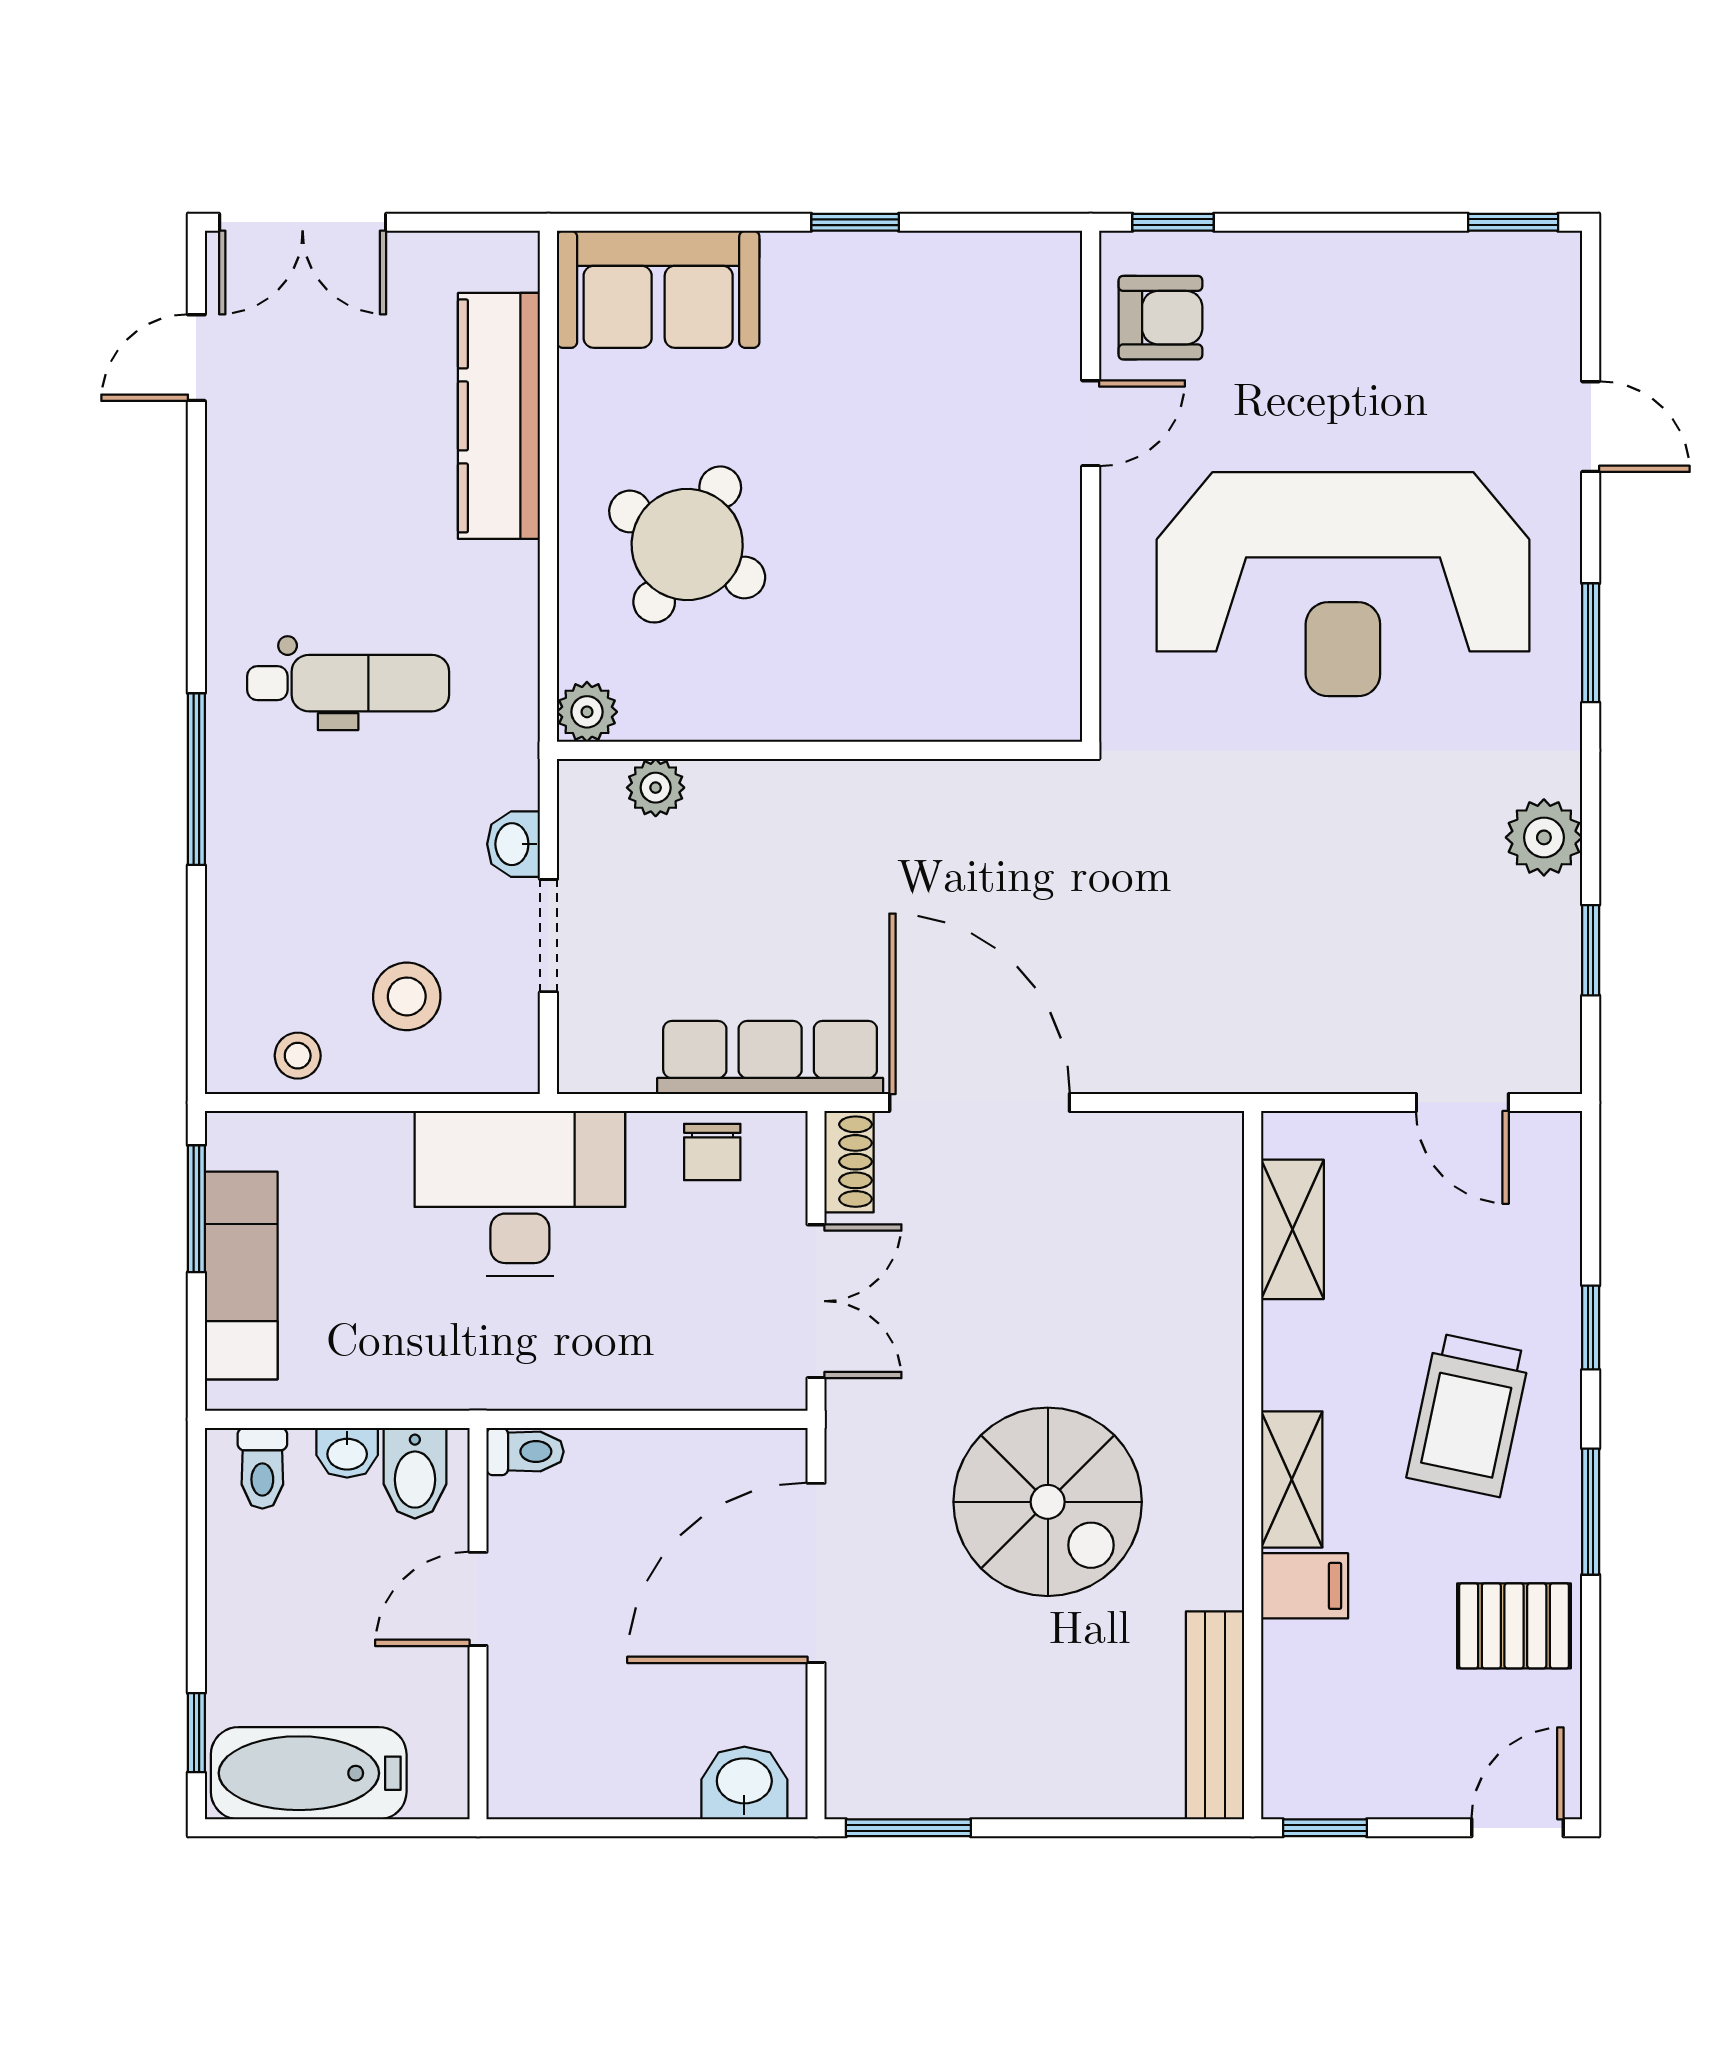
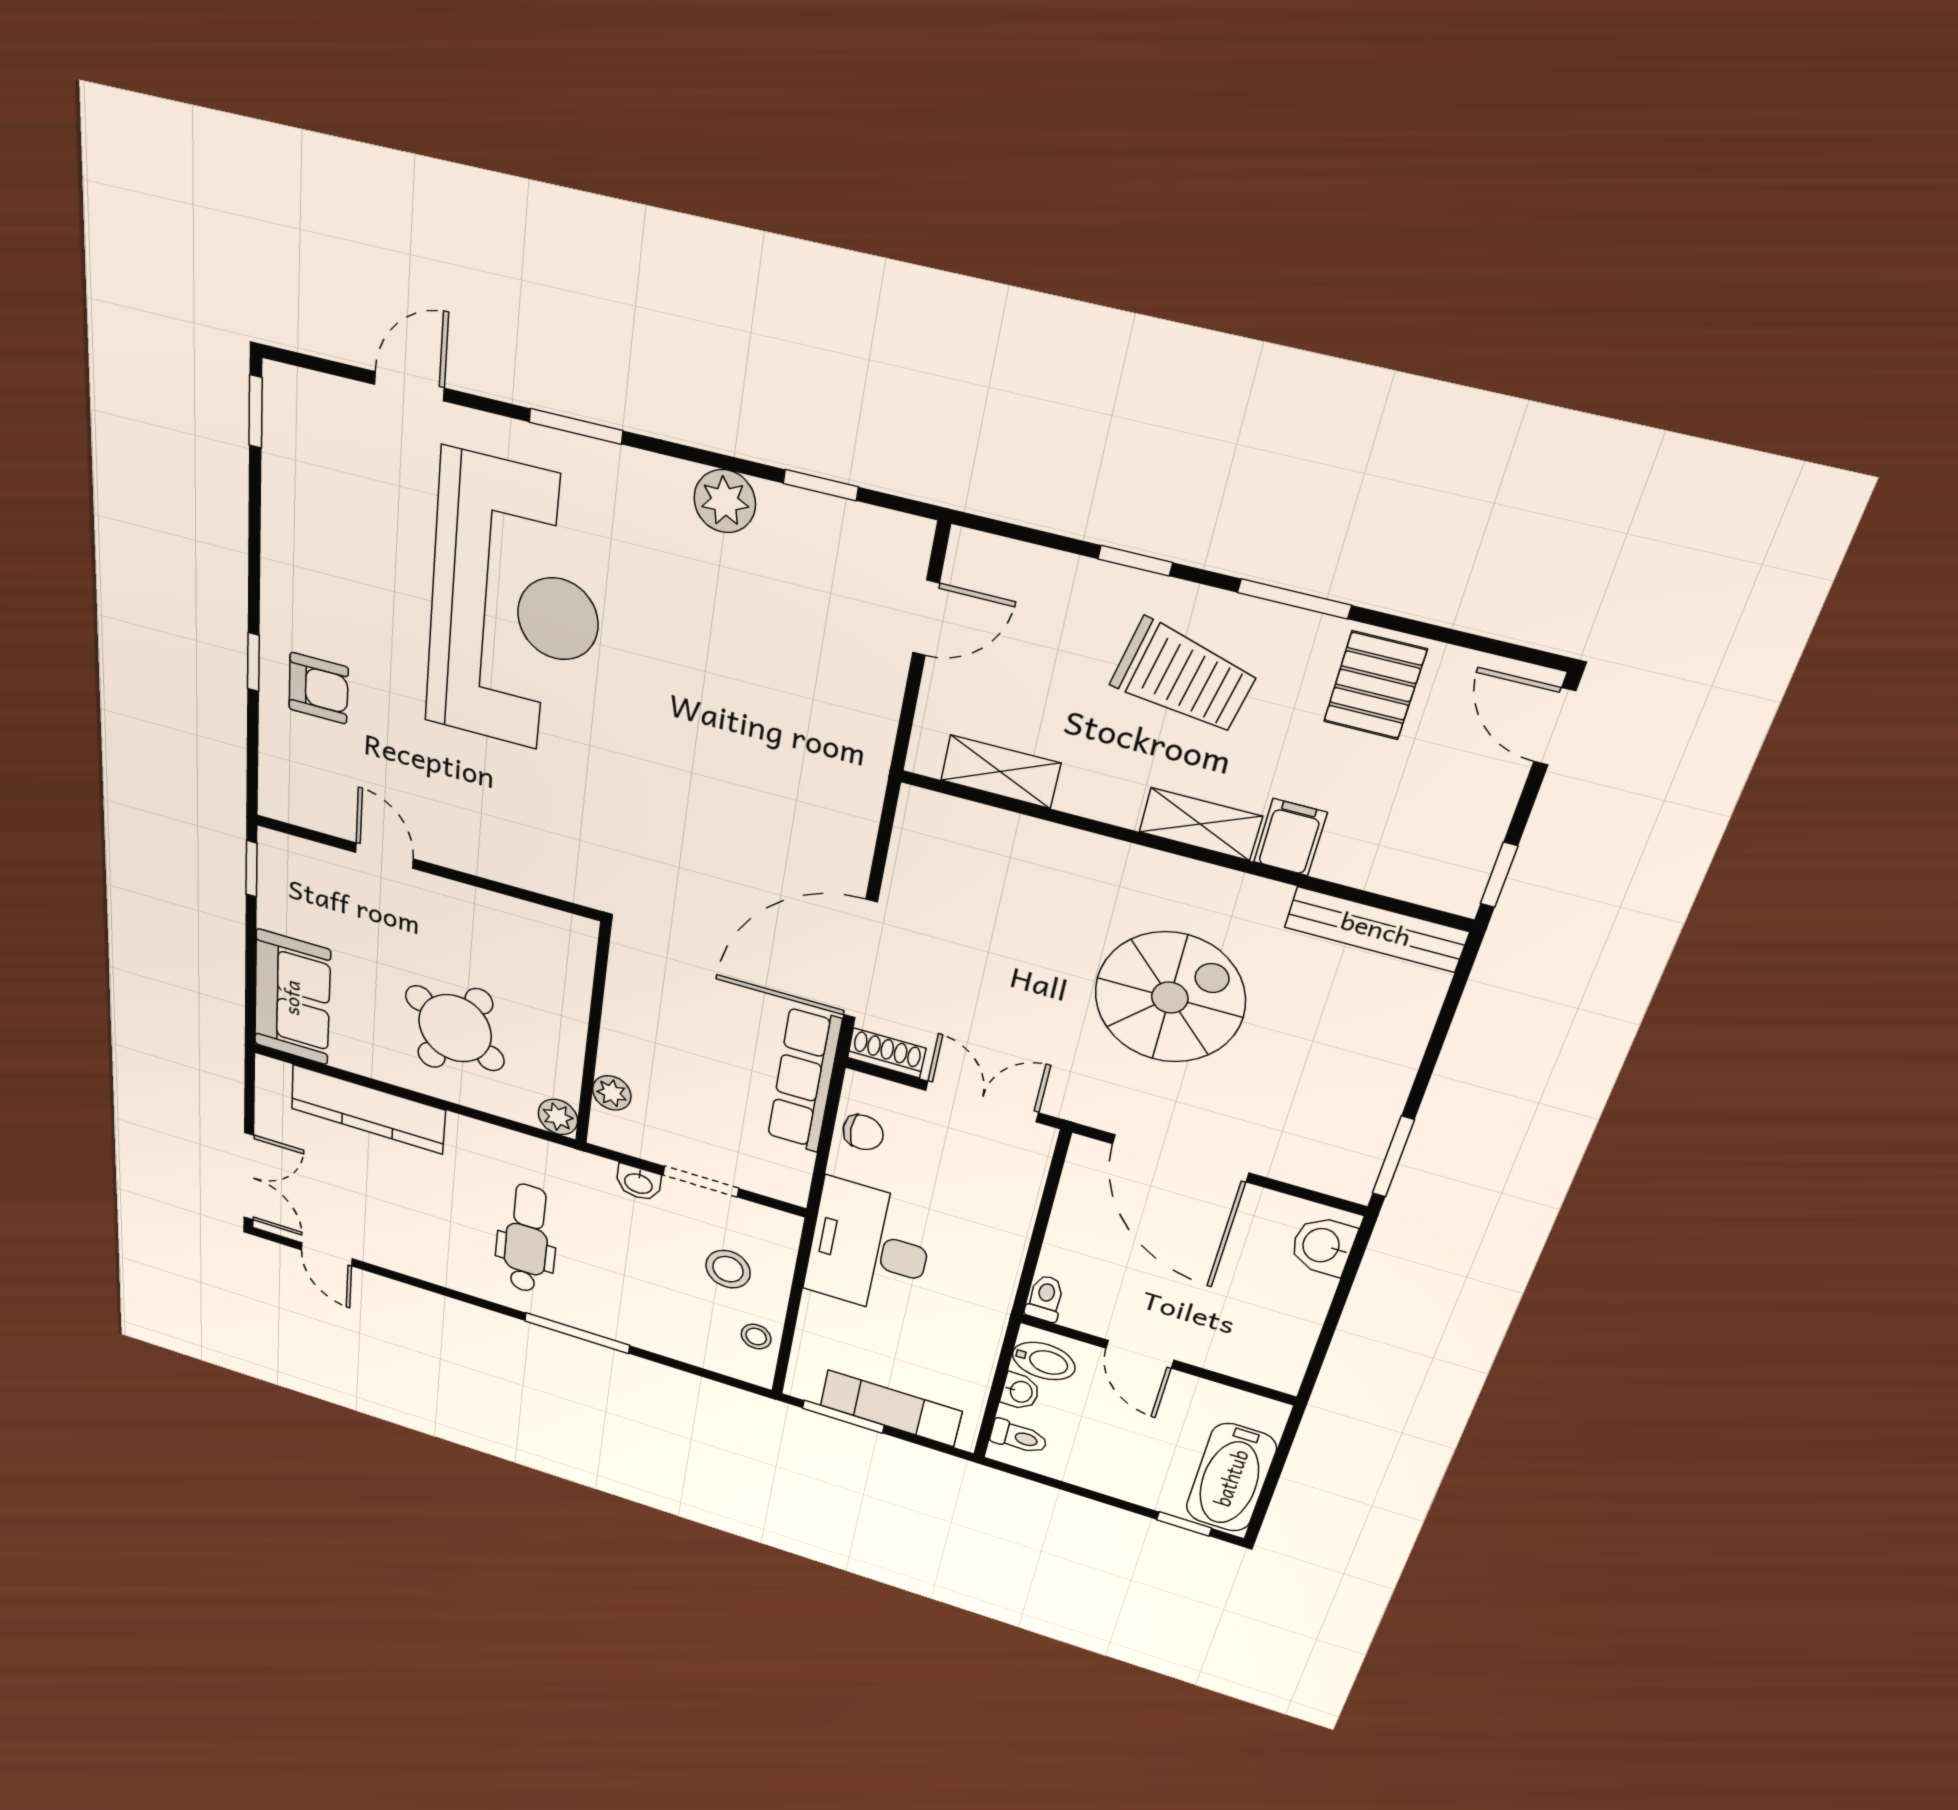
armchair: (1160, 318) -> (318, 688), turned 90
door: (1091, 423) -> (384, 856), moved
wall: (1091, 486) -> (427, 867), moved

